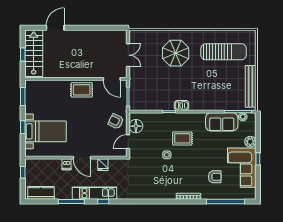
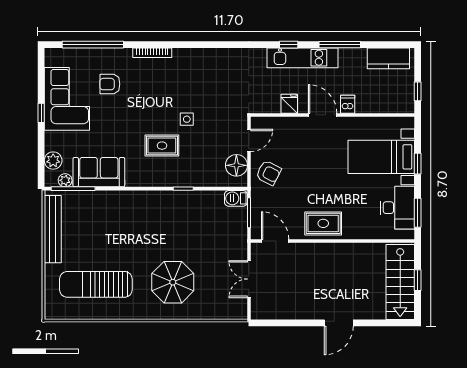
door: (55, 28) -> (339, 323), moved
desk: (35, 100) -> (397, 208), added
barbecue: (182, 105) -> (236, 198), moved
plant: (250, 142) -> (53, 161), moved

